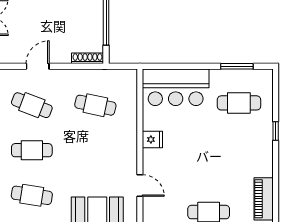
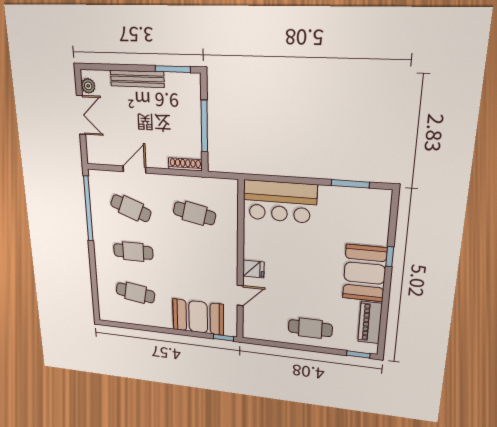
cafe table: (239, 103) -> (350, 224), removed
fridge: (152, 139) -> (253, 269), moved
booth: (255, 149) -> (365, 273), added
door: (140, 185) -> (240, 295), hinge flipped

